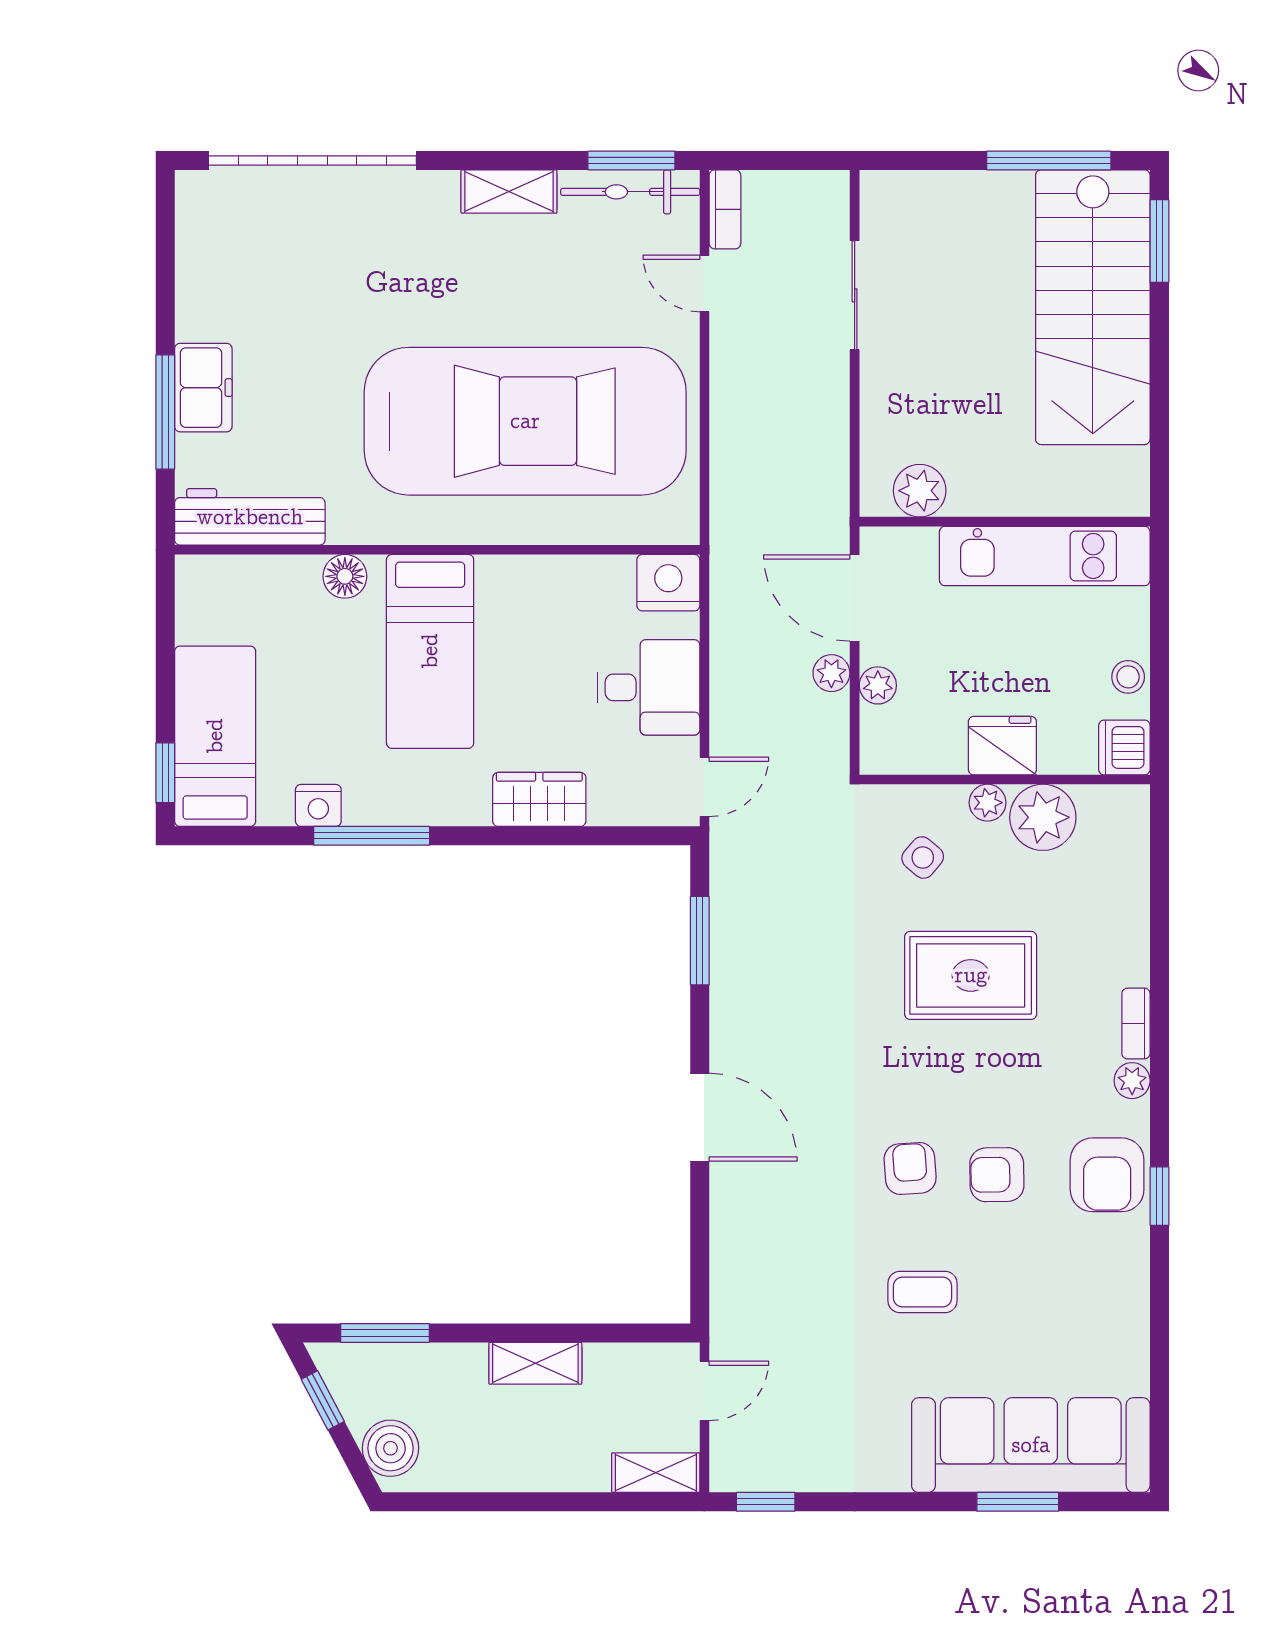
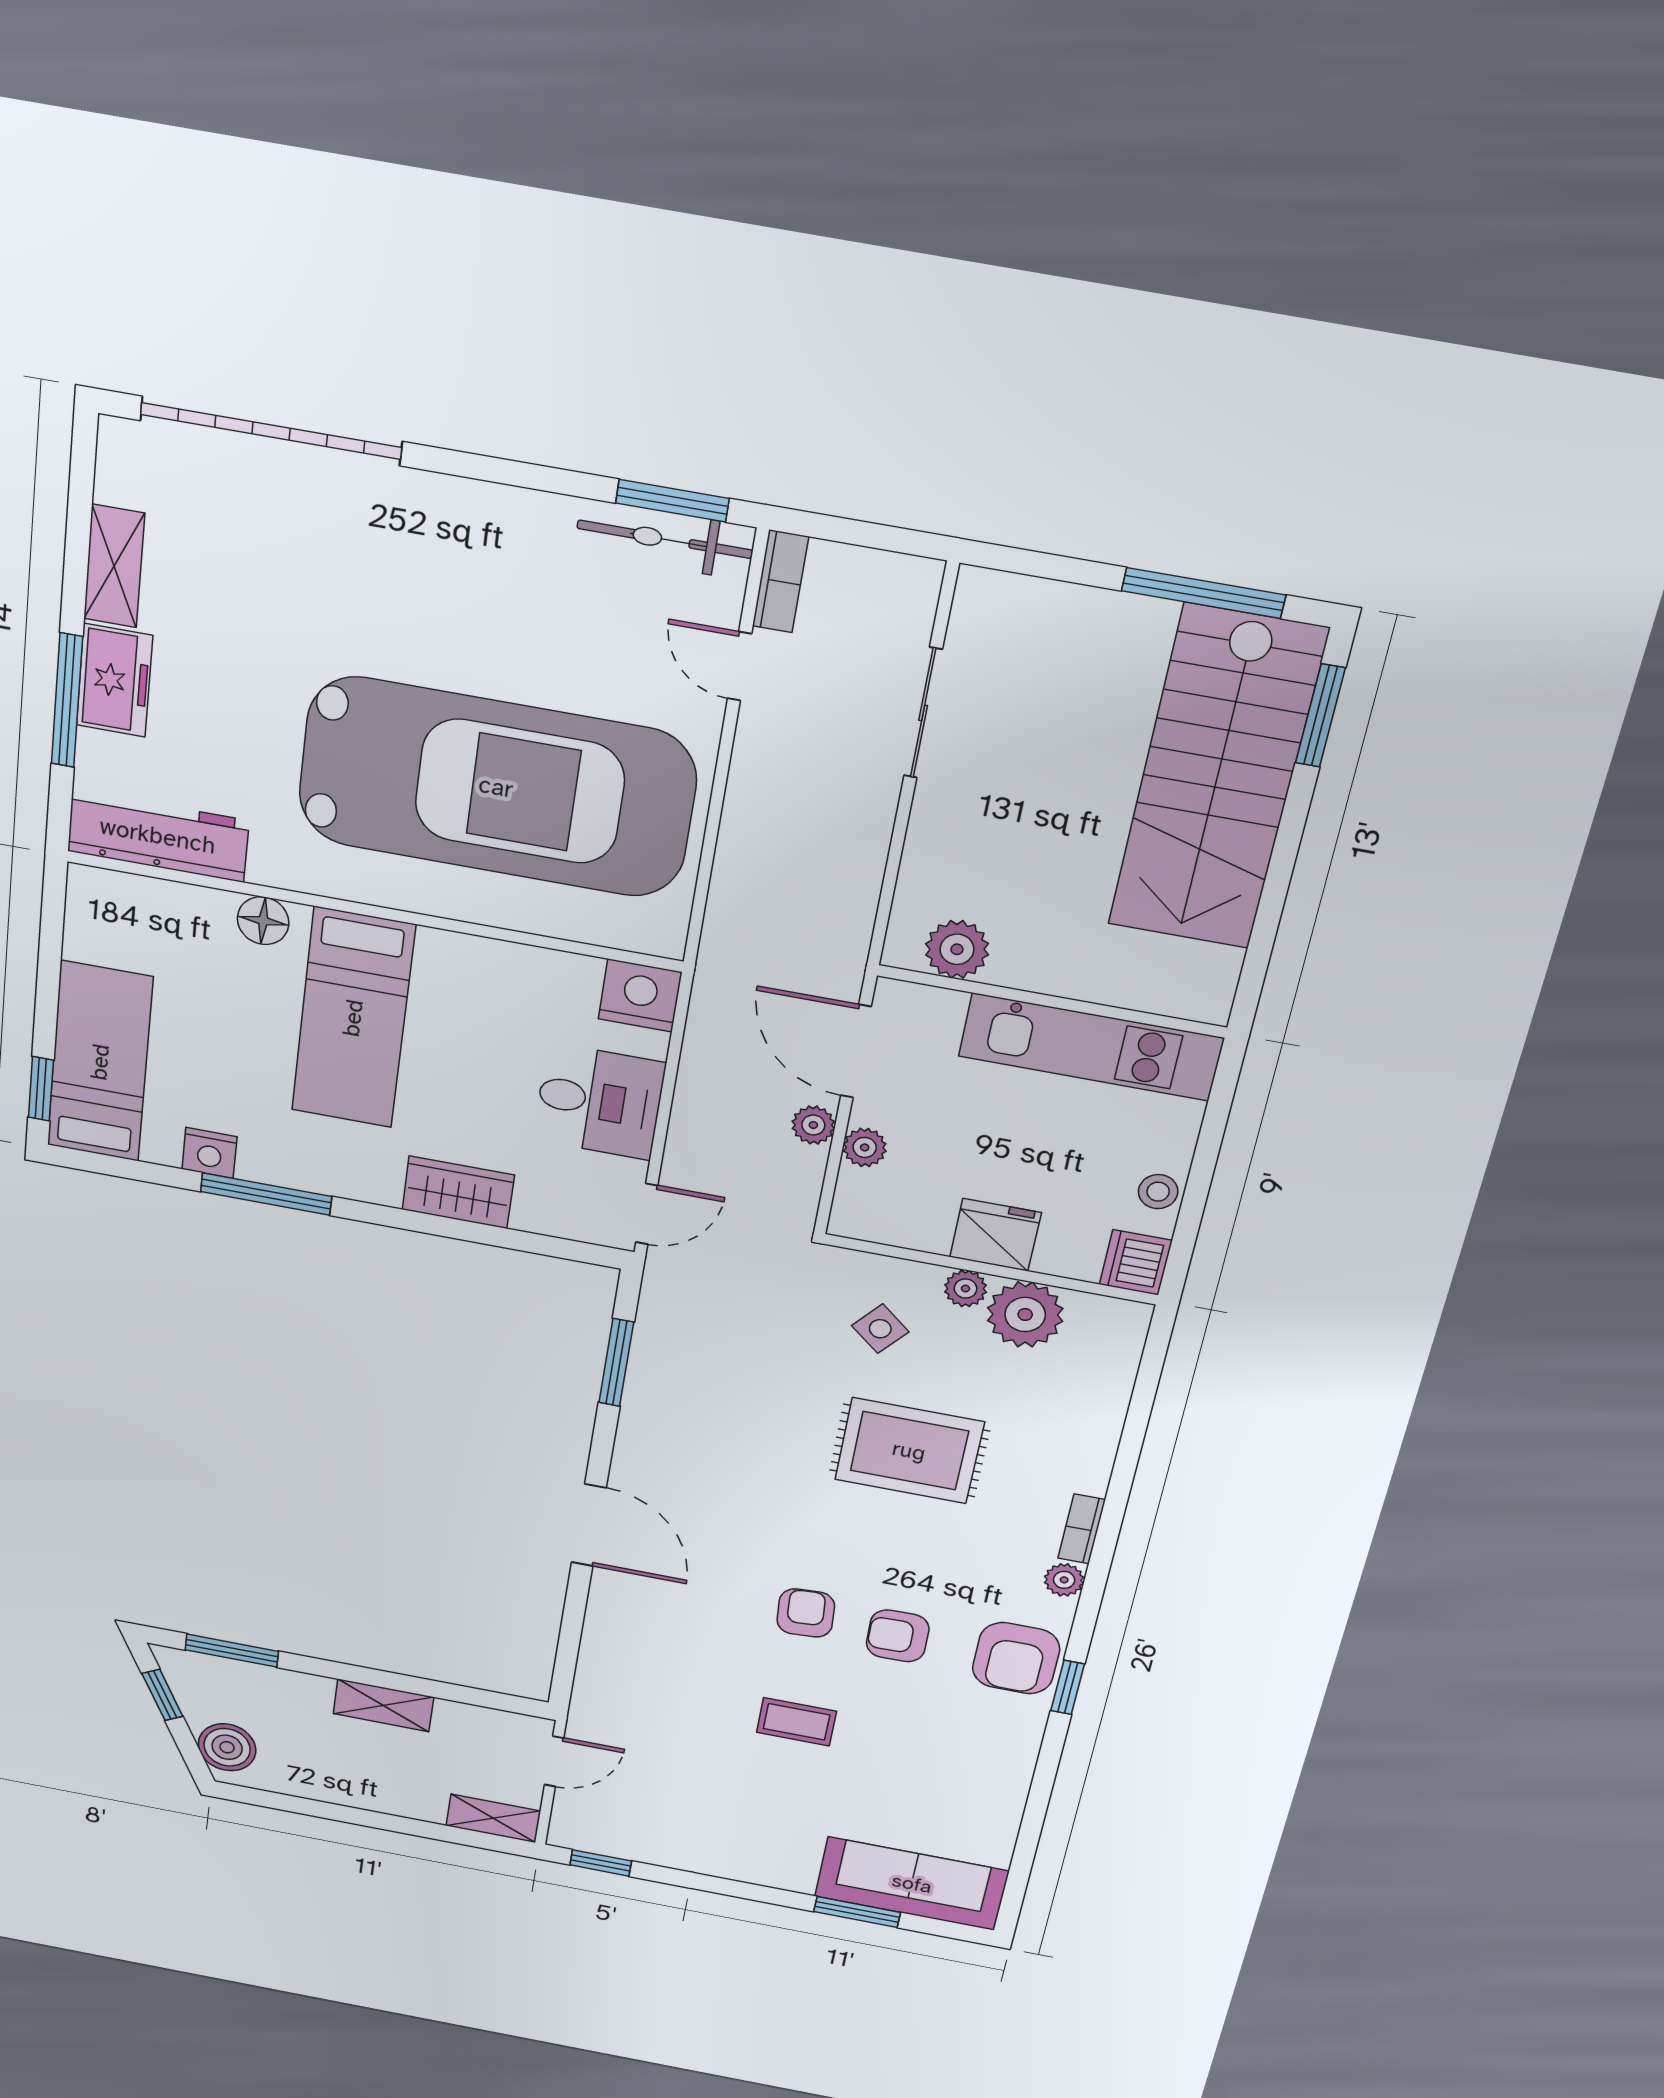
shelving: (509, 191) -> (114, 566), moved, turned 90
sofa: (1031, 1445) -> (912, 1884), width x0.74, depth x0.79

